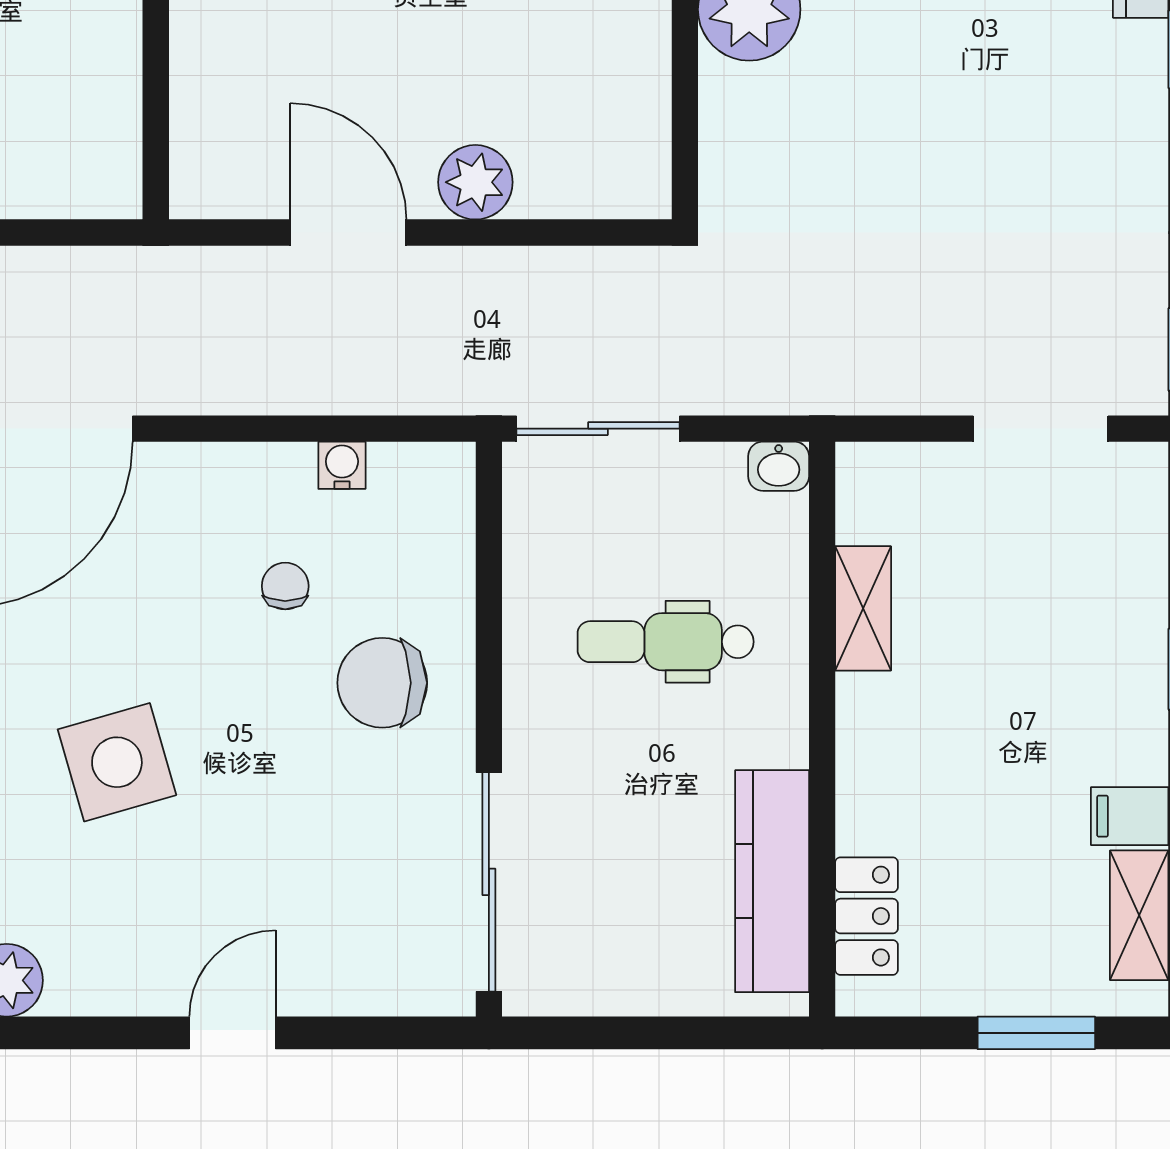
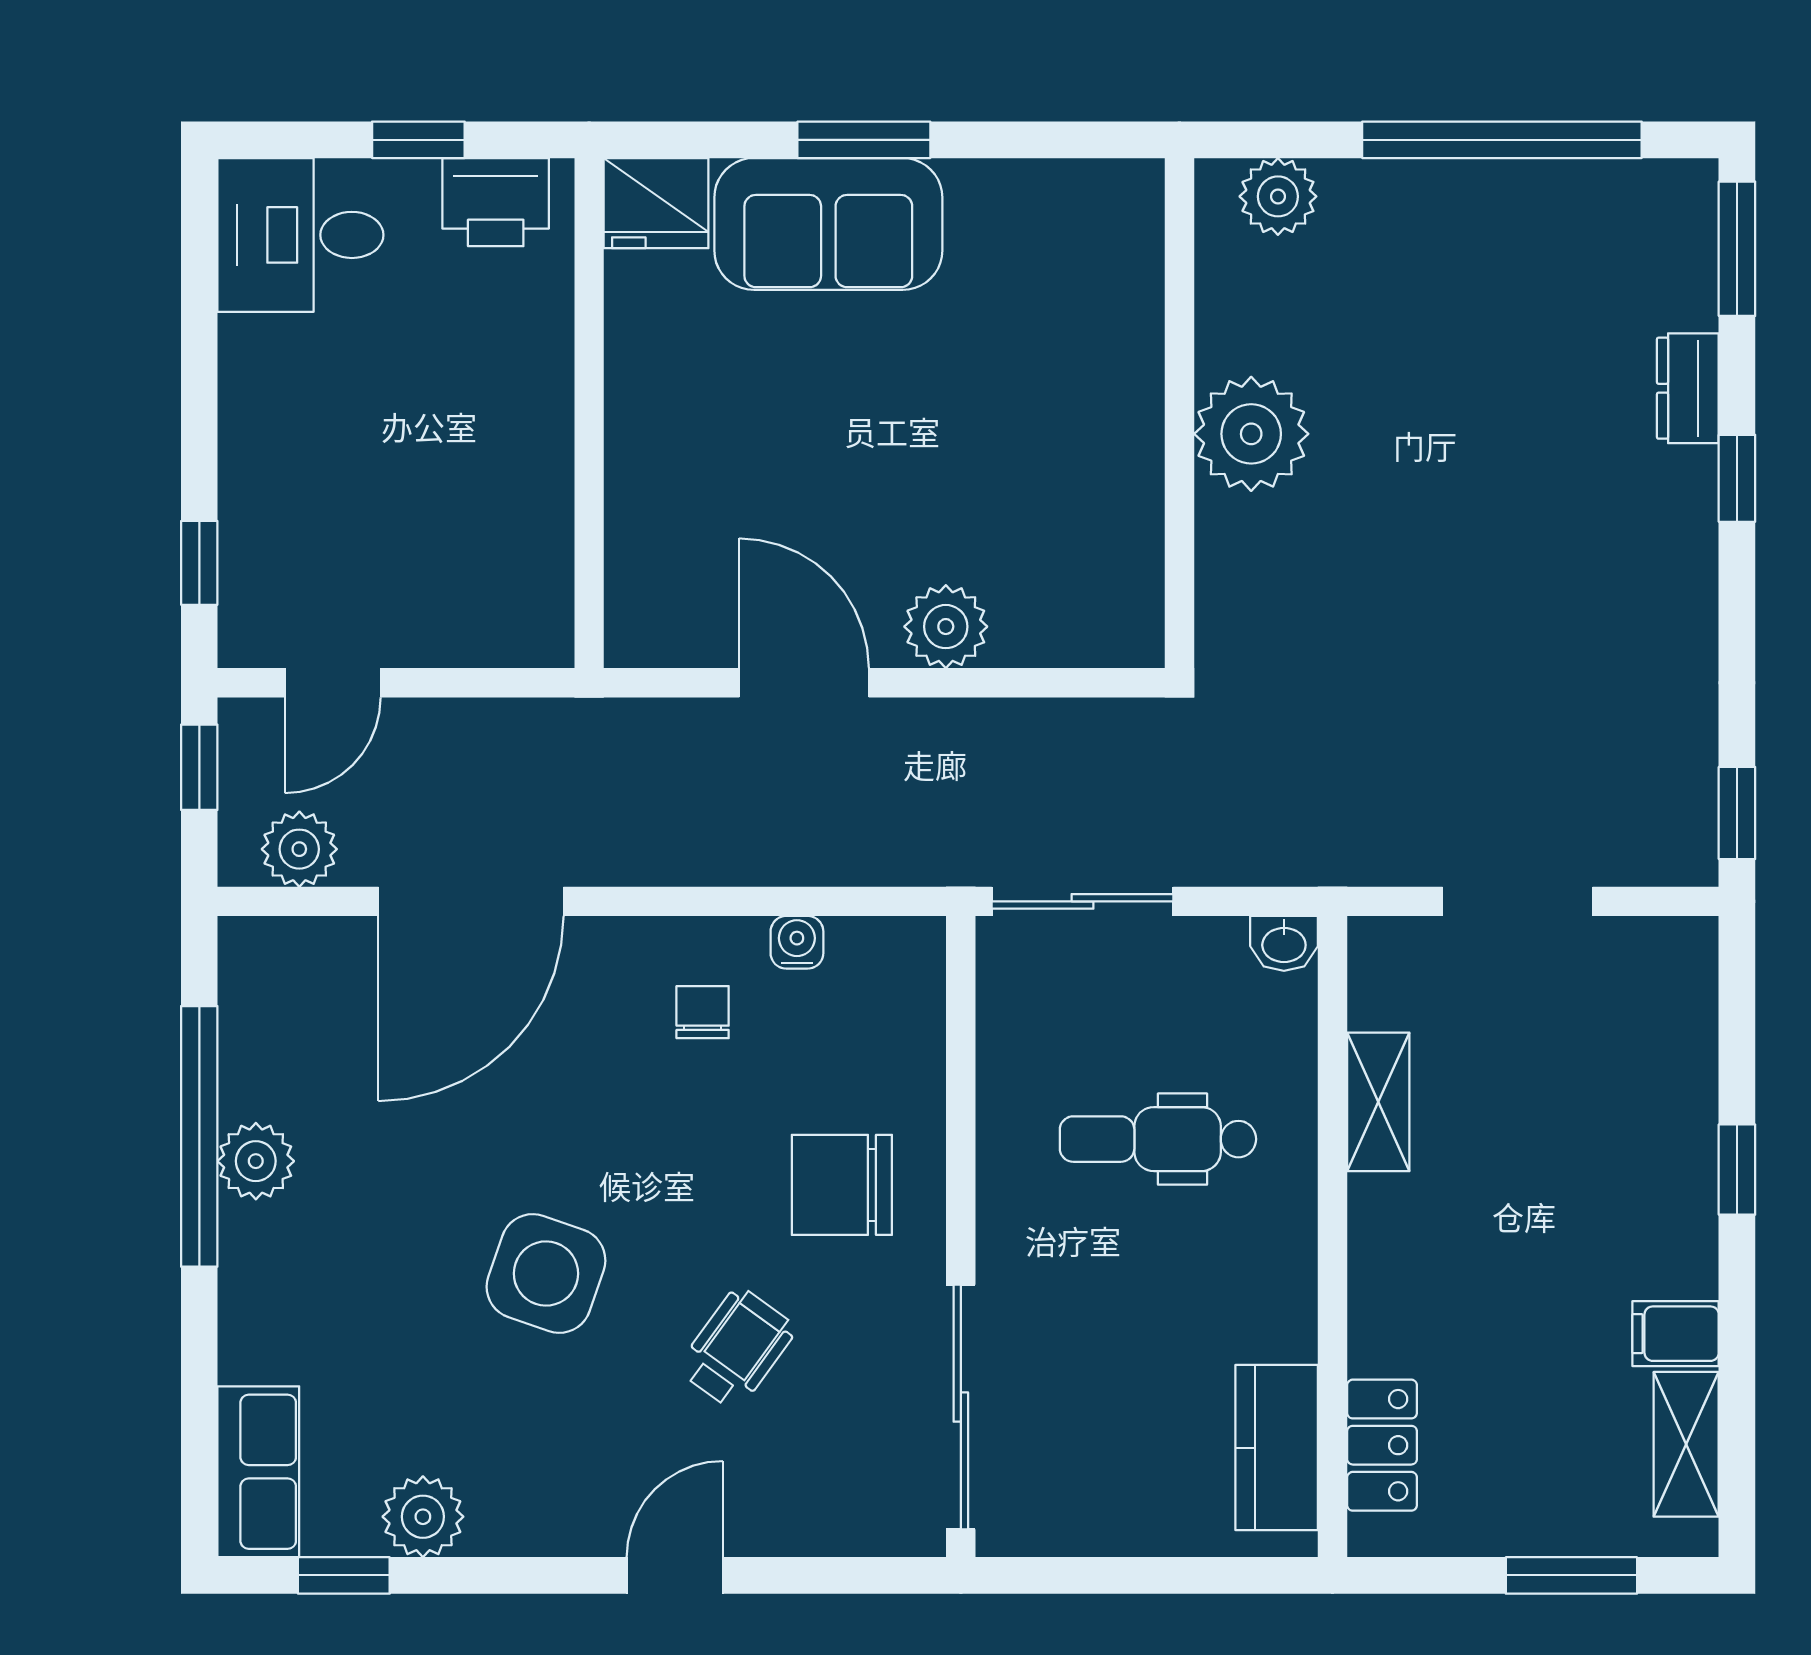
doorway: (1041, 429) -> (1518, 901), moved
chair: (285, 586) -> (703, 1012), moved
side table: (117, 762) -> (546, 1273), turned 35
wheelchair: (288, 830) -> (737, 1349), added
kitchen counter: (772, 881) -> (1277, 1448), width x0.67

